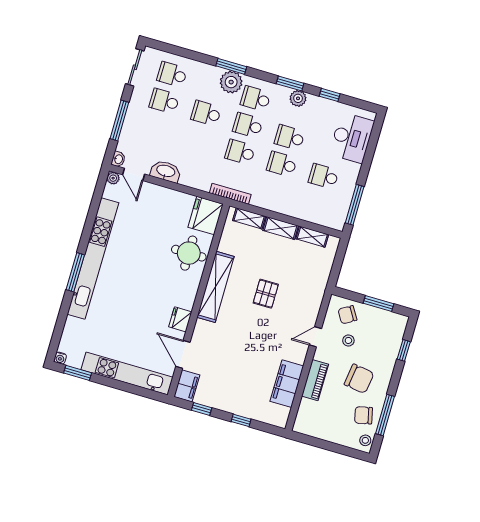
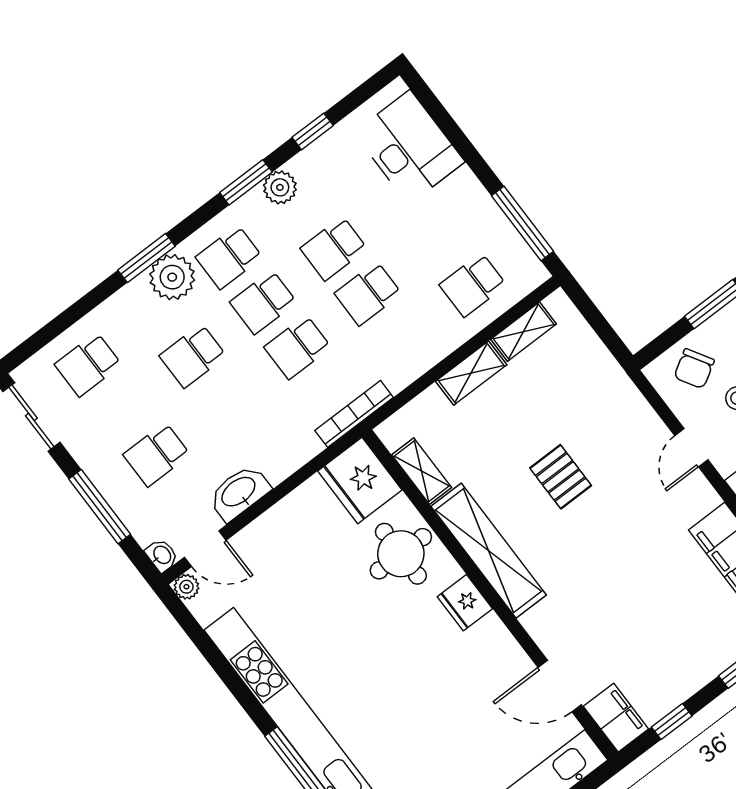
school desk: (164, 101) -> (157, 455), moved
school desk: (324, 176) -> (473, 285), moved
shelving: (249, 218) -> (422, 471), moved, turned 90
fridge: (180, 319) -> (465, 603), moved

